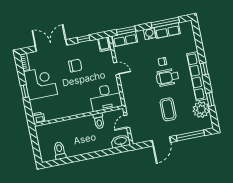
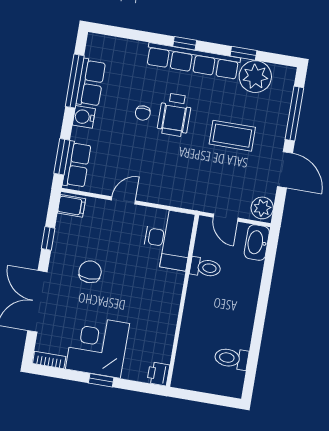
plant: (138, 137) -> (262, 208), added

